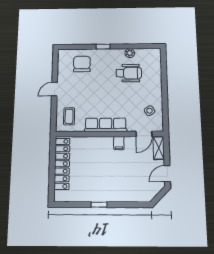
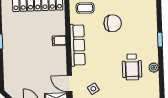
chair: (82, 64) -> (113, 23), moved
filing cabinet: (119, 143) -> (59, 41), moved

